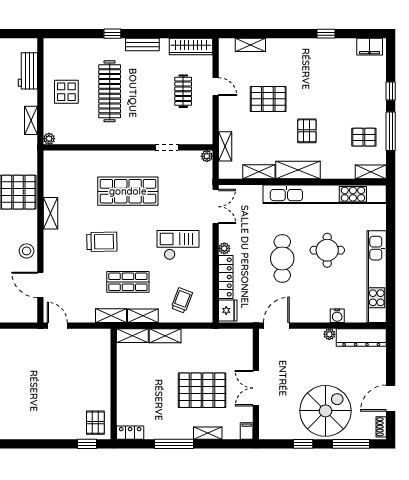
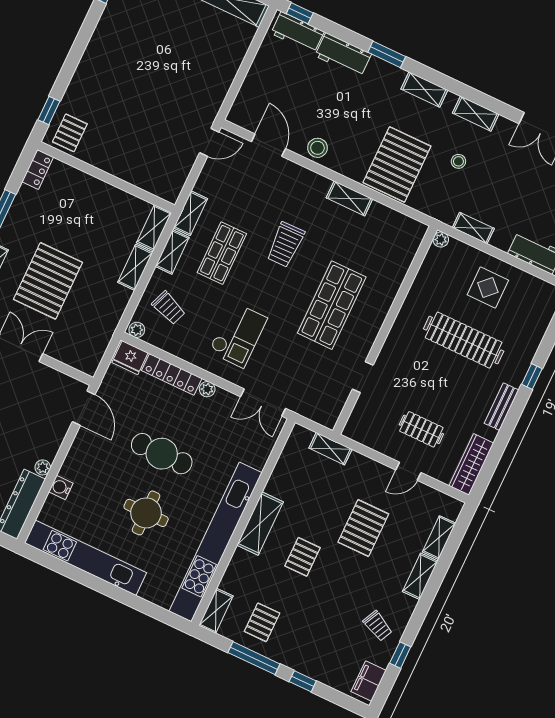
window: (326, 34) -> (400, 655), moved
trolley: (330, 58) -> (378, 626), added
pallet: (307, 131) -> (303, 557), turned 90
plant: (207, 156) -> (137, 330), moved
shelving: (259, 172) -> (420, 576), moved
door: (40, 285) -> (268, 145), hinge flipped
pallet: (95, 423) -> (70, 133), turned 90

